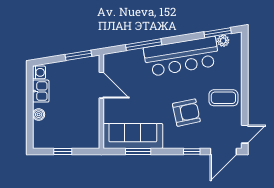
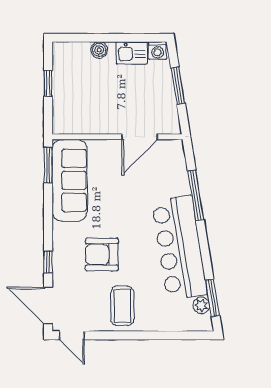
window: (78, 55) -> (178, 86), moved
armchair: (186, 113) -> (102, 254), turned 102
window: (138, 151) -> (48, 165), moved

